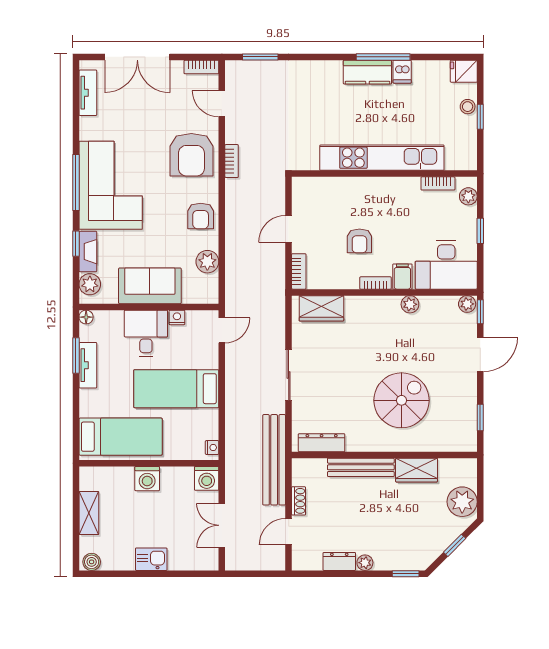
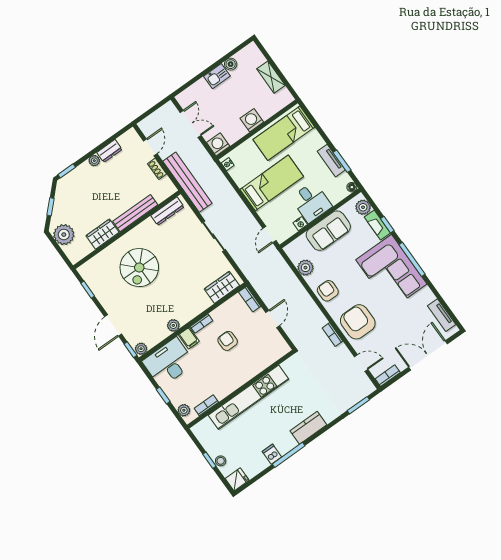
kitchen counter: (367, 72) -> (308, 428), moved
boiler: (92, 562) -> (231, 64), moved

